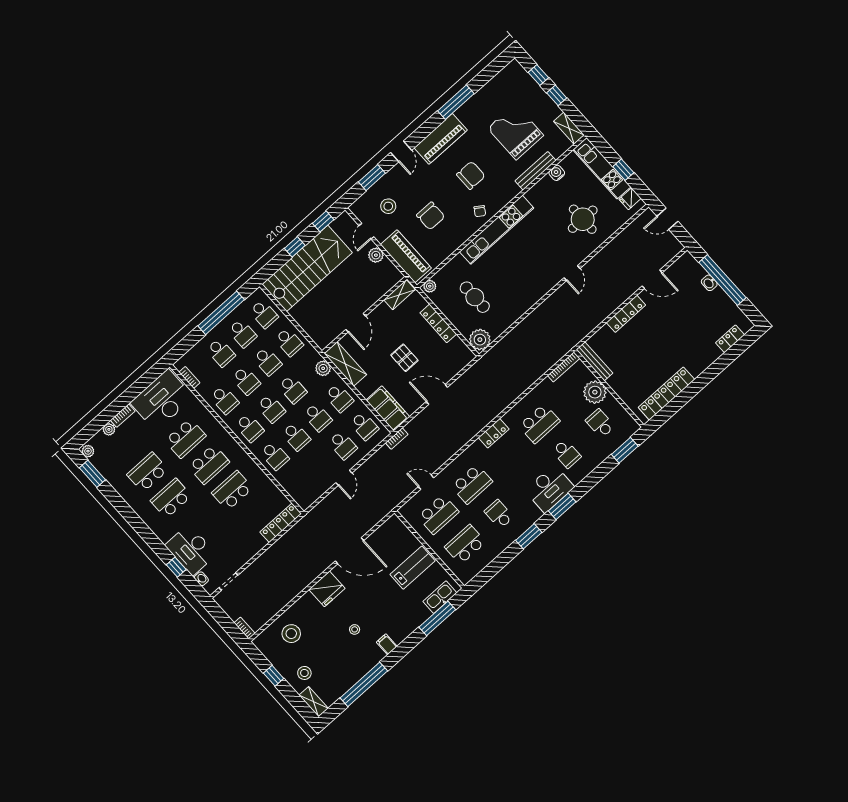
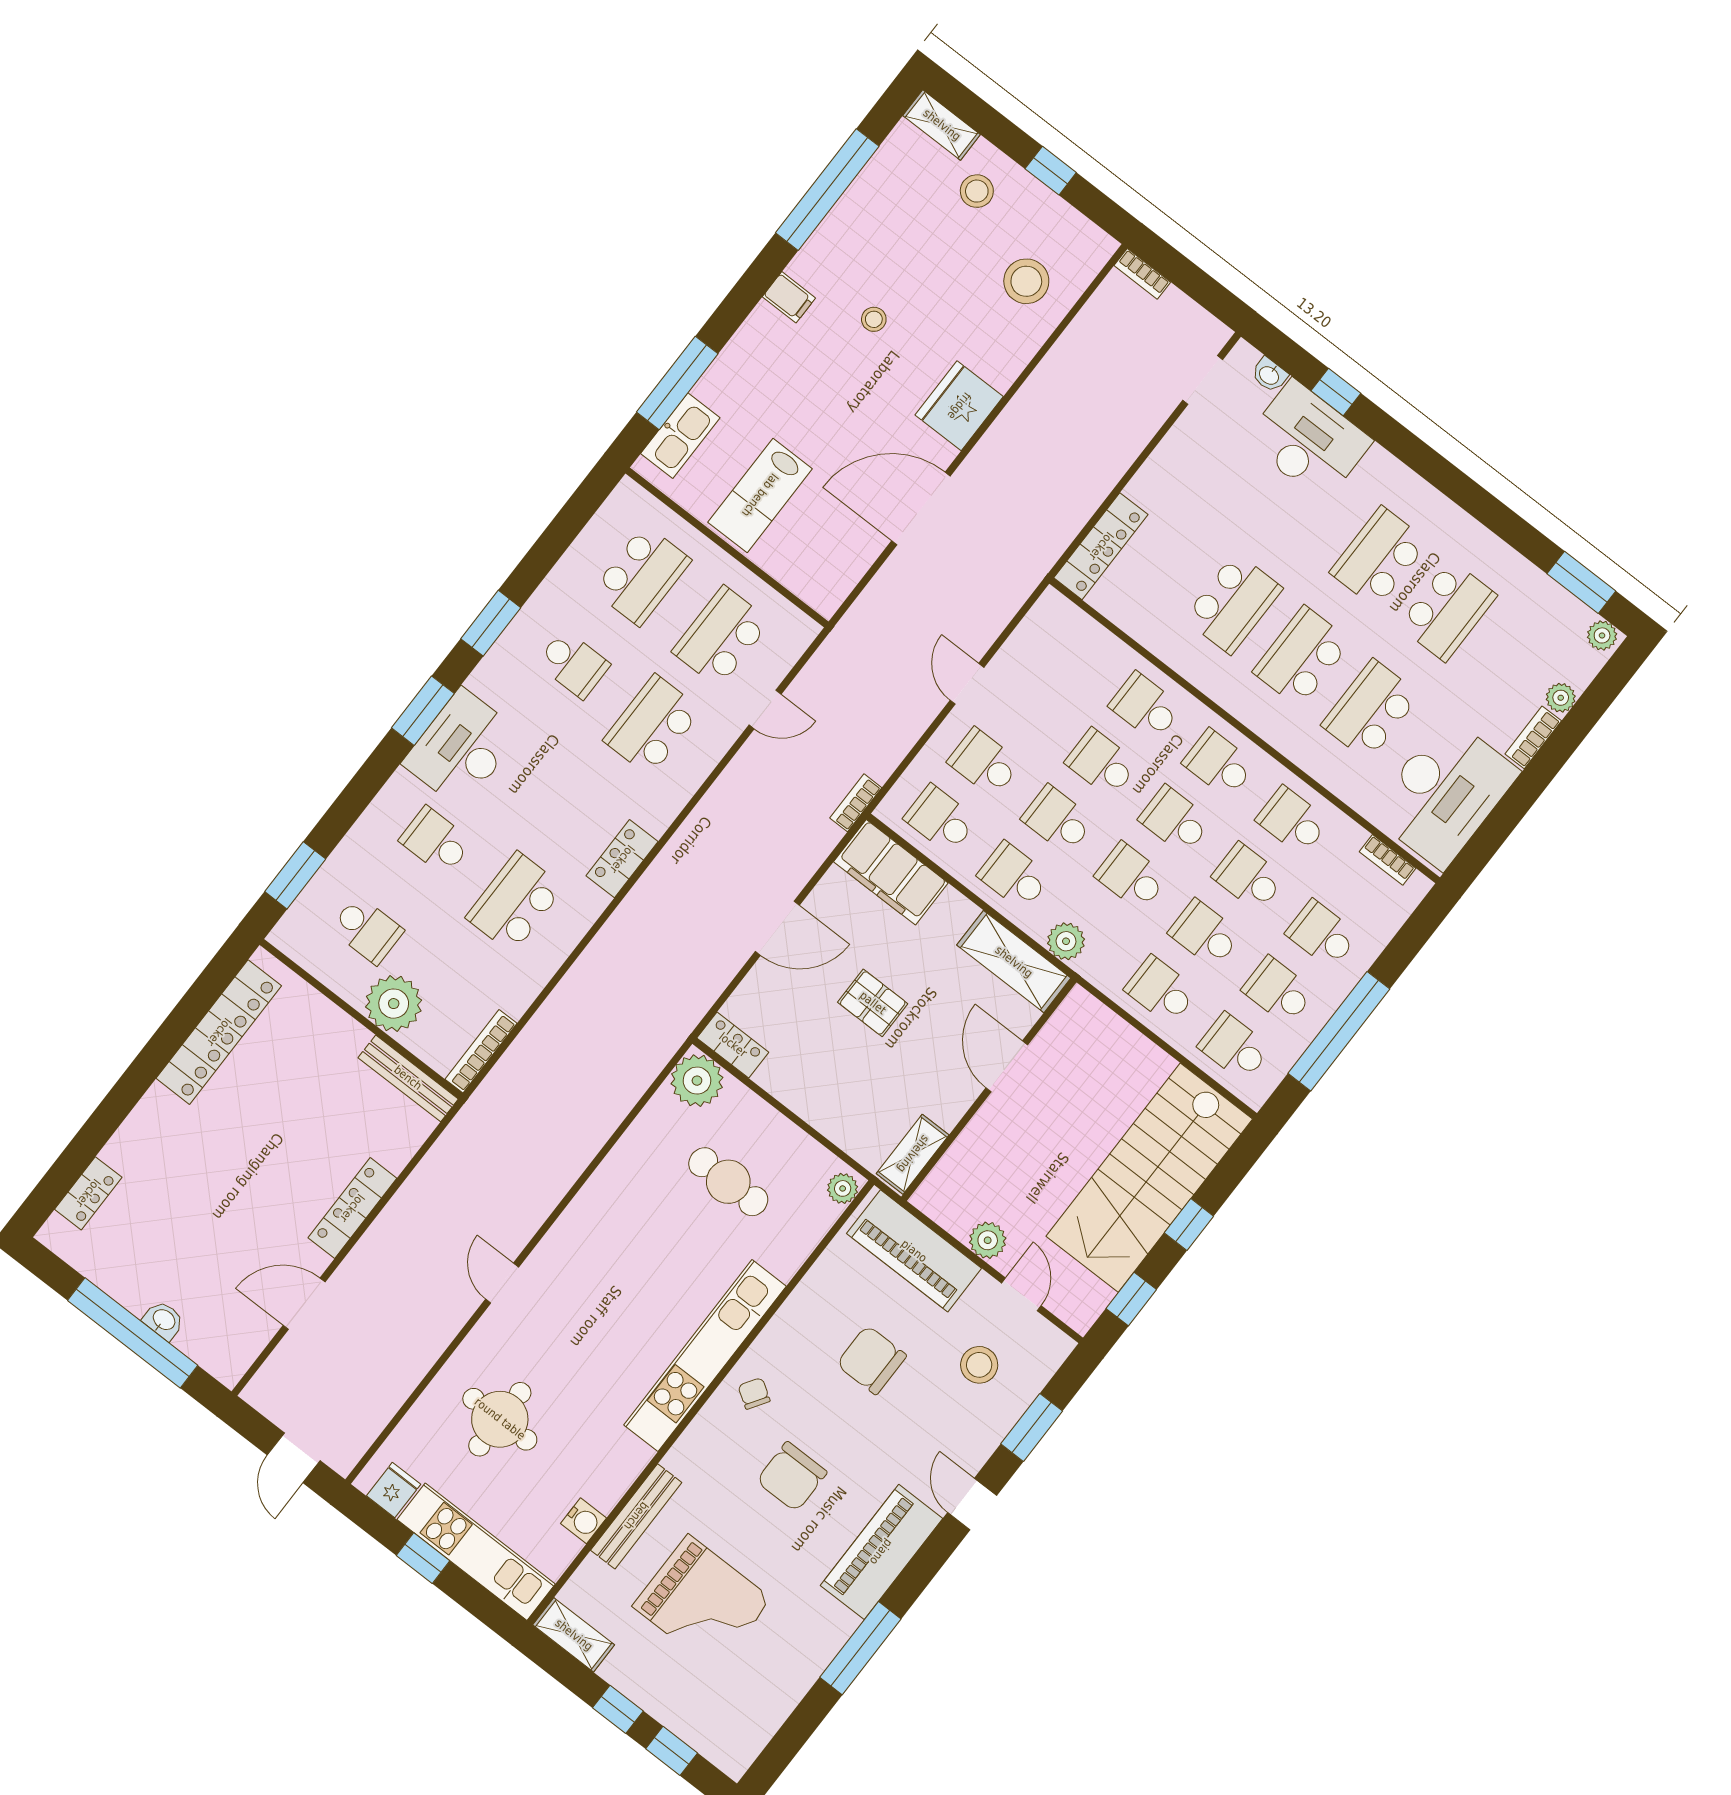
door: (667, 219) -> (294, 1458), swing flipped
locker: (438, 323) -> (733, 1045), moved, width x0.66
school desk: (171, 498) -> (1379, 557), turned 180

